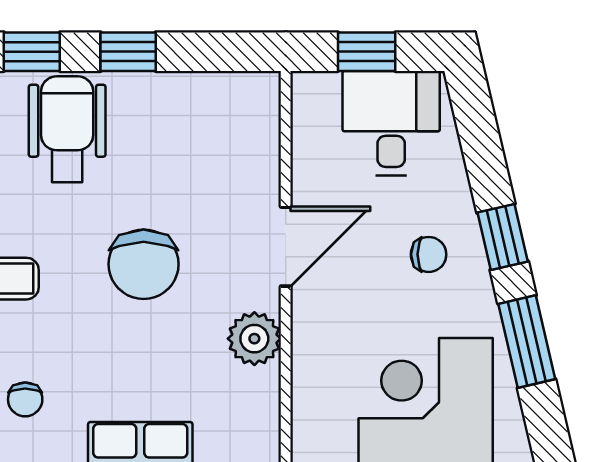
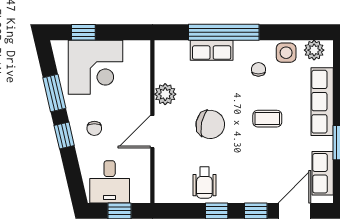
wheelchair: (67, 129) -> (204, 183), moved, width x0.73, depth x0.73
chair: (429, 254) -> (94, 128), turned -90
chair: (144, 264) -> (210, 124), turned 102

